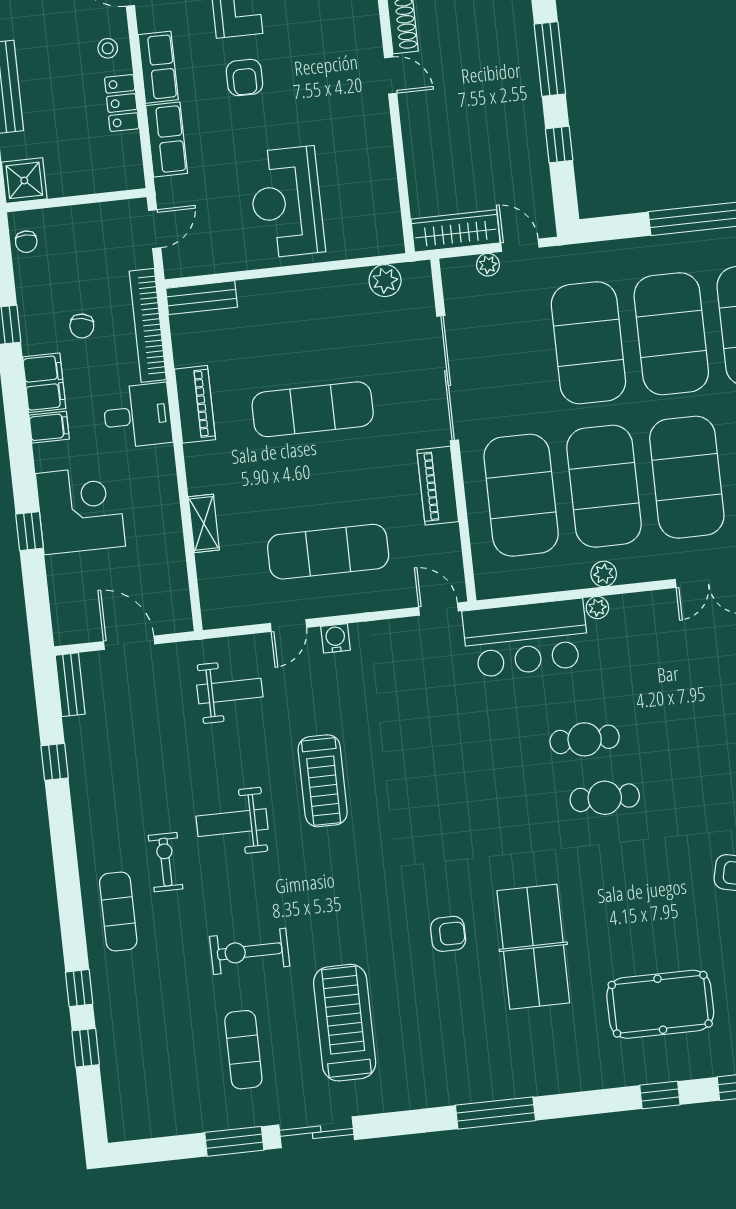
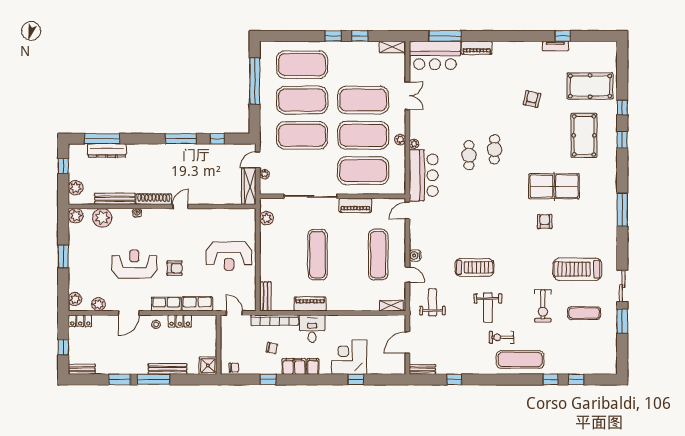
shelving: (204, 523) -> (391, 306), moved
exercise mat: (118, 911) -> (520, 359), width x1.36, depth x1.45

